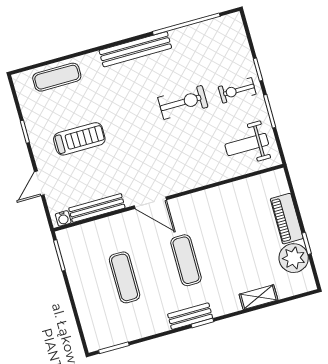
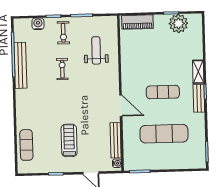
bench: (135, 49) -> (20, 65), moved
water cooler: (241, 49) -> (38, 24), added
exercise bike: (183, 102) -> (62, 69), width x0.73, depth x0.72
weight bench: (247, 144) -> (96, 50), moved, turned 180
door: (150, 203) -> (121, 106), hinge flipped
piano: (287, 219) -> (137, 22), moved
exercise mat: (125, 277) -> (164, 134), width x1.36, depth x1.45
shelving: (258, 297) -> (198, 72), moved

